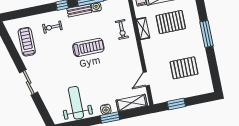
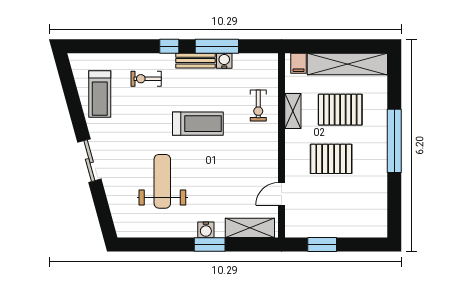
window: (207, 34) -> (394, 141), width x1.46
treadmill: (27, 42) -> (100, 94), turned 180
pallet: (184, 68) -> (331, 159), moved
weight bench: (76, 103) -> (162, 181), moved

